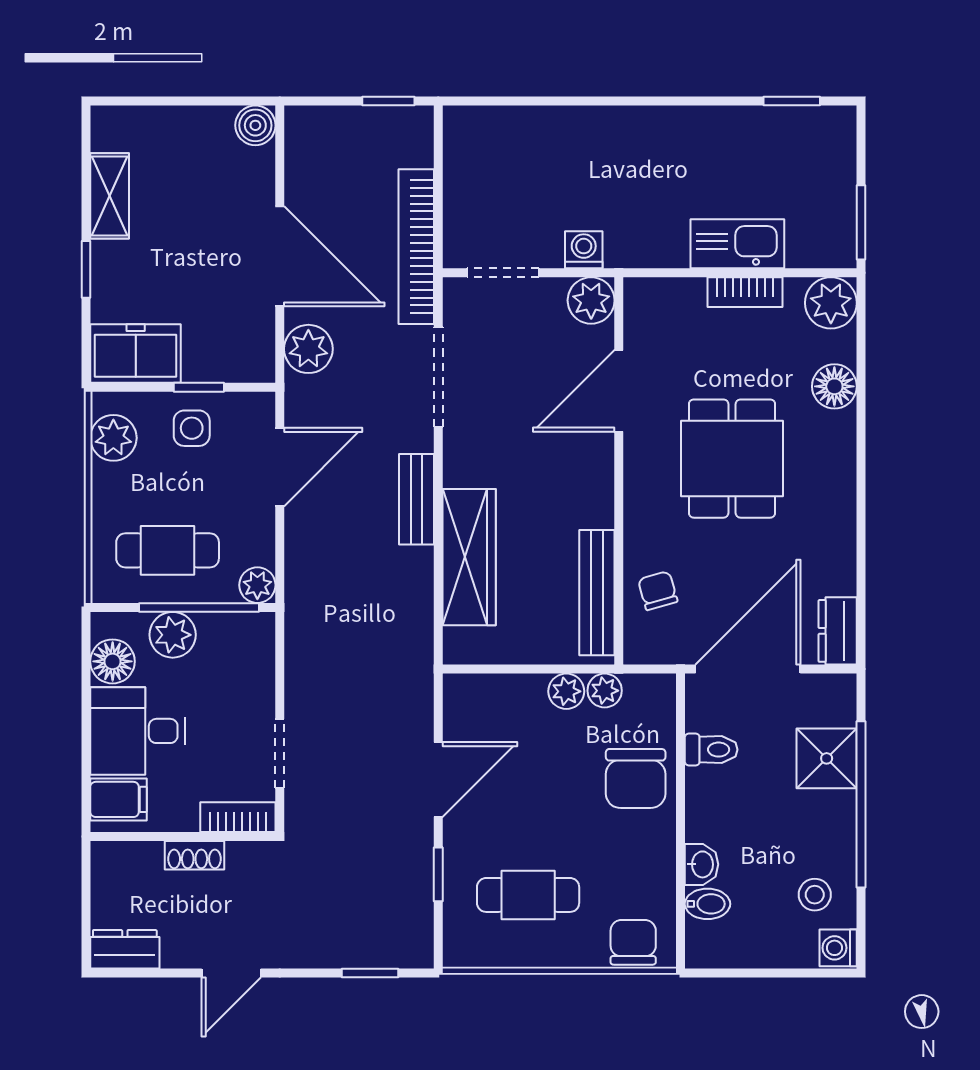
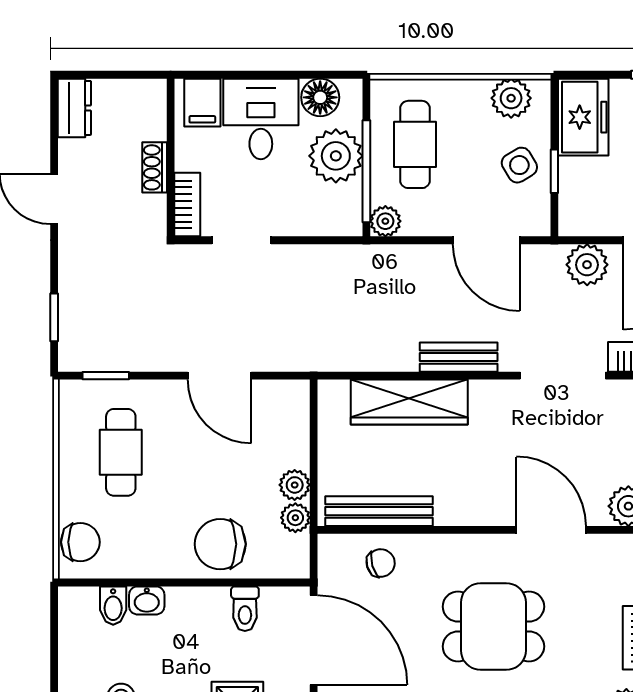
side table: (192, 428) -> (519, 165), turned -31
plant: (173, 635) -> (336, 156), width x1.36, depth x1.36
window: (438, 874) -> (106, 376), moved

